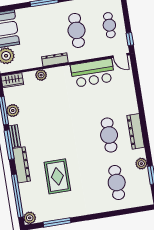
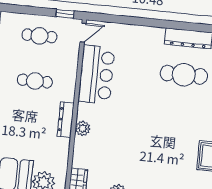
cafe table: (77, 30) -> (35, 81), width x0.73, depth x0.74
plant: (41, 75) -> (83, 128), moved

